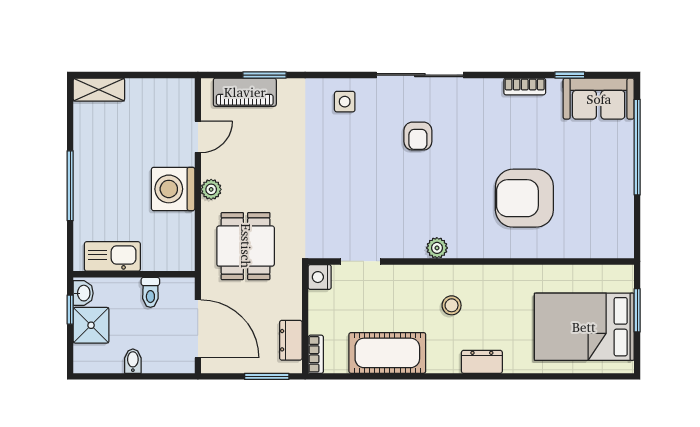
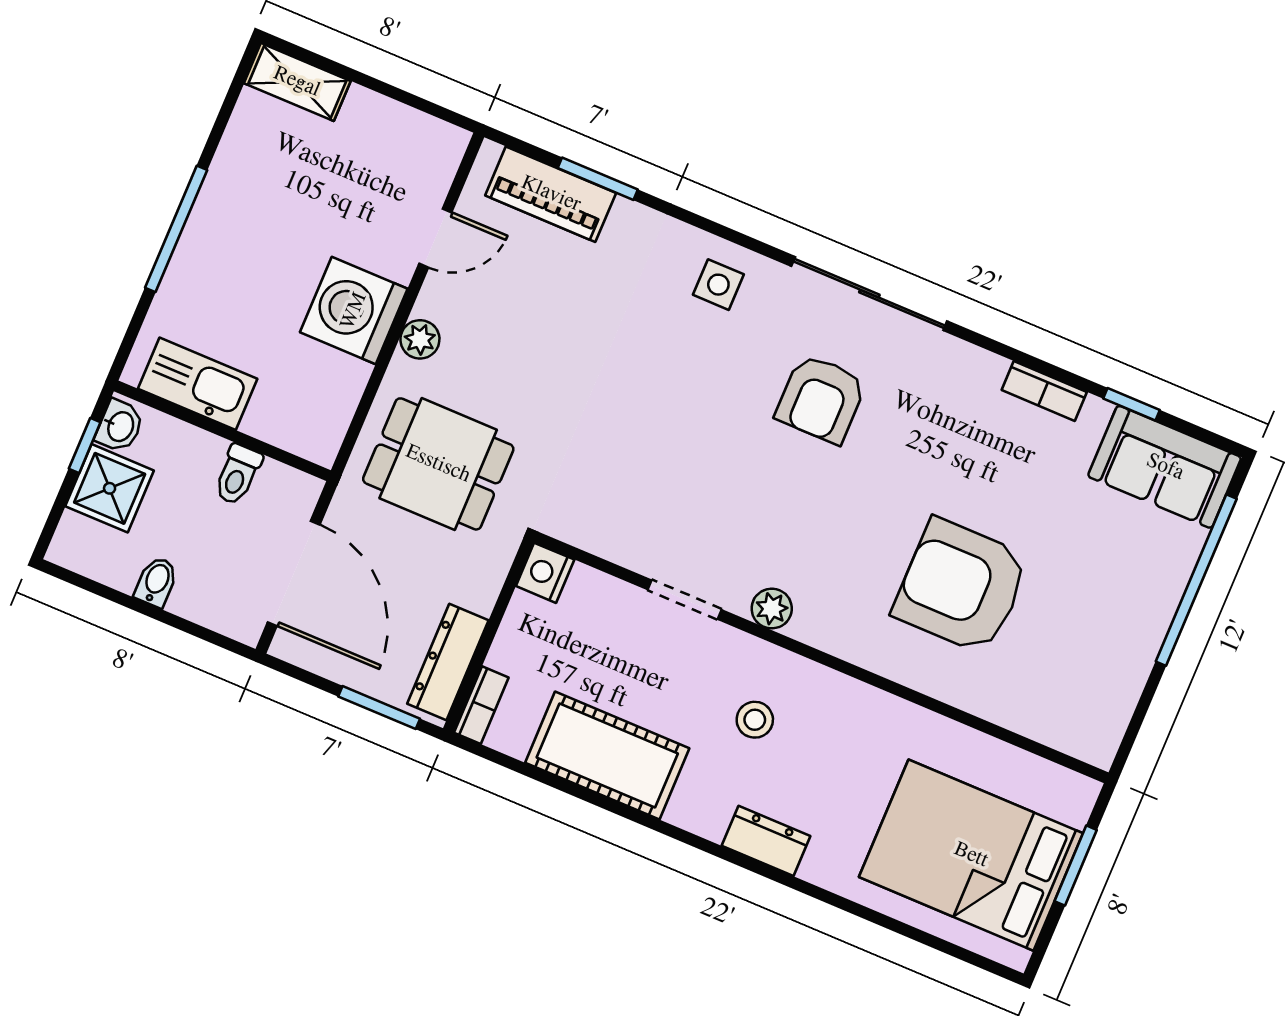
armchair: (418, 136) -> (821, 399), width x1.38, depth x1.38
dining table: (246, 246) -> (438, 464), turned 90
doorway: (361, 261) -> (684, 600), moved
dresser: (291, 340) -> (448, 662), width x1.44

